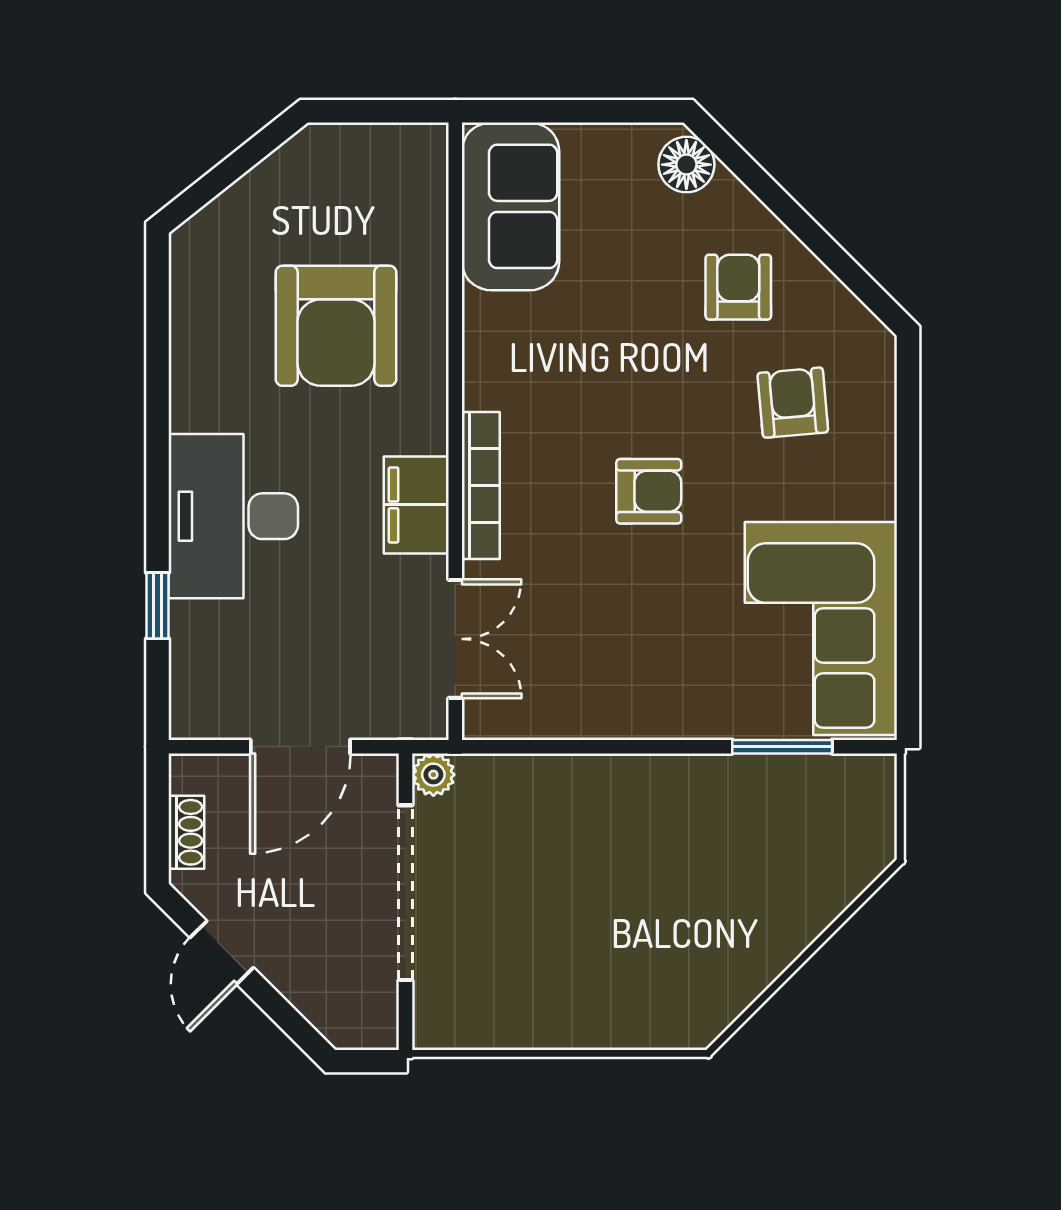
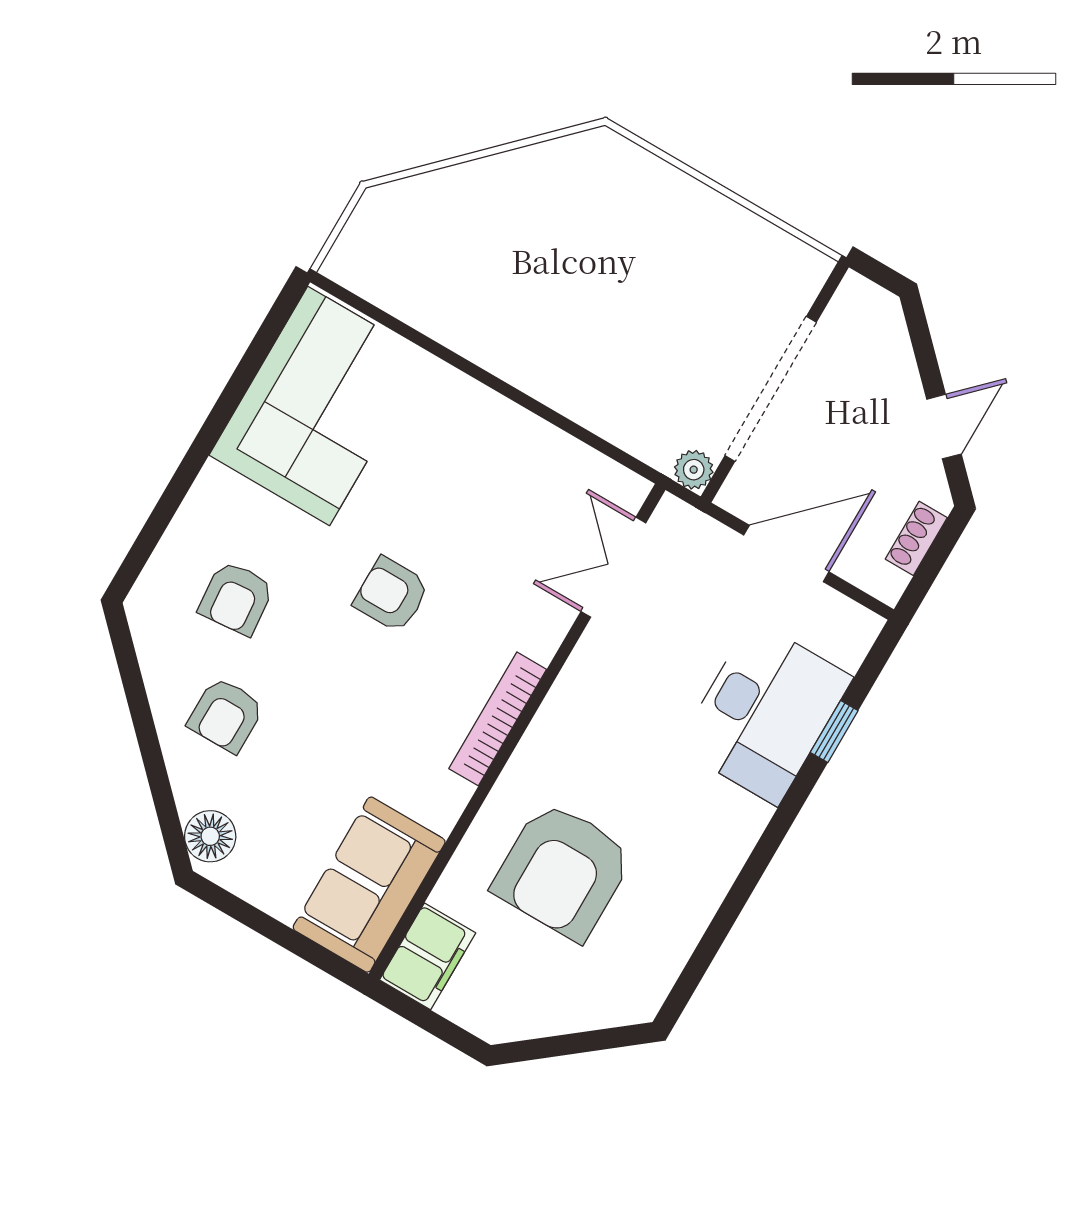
armchair: (336, 326) -> (563, 871), turned 180
bookcase: (481, 486) -> (498, 719), moved
filing cabinet: (416, 505) -> (428, 956), moved
desk: (233, 516) -> (765, 712), moved
window: (782, 747) -> (404, 330), removed

